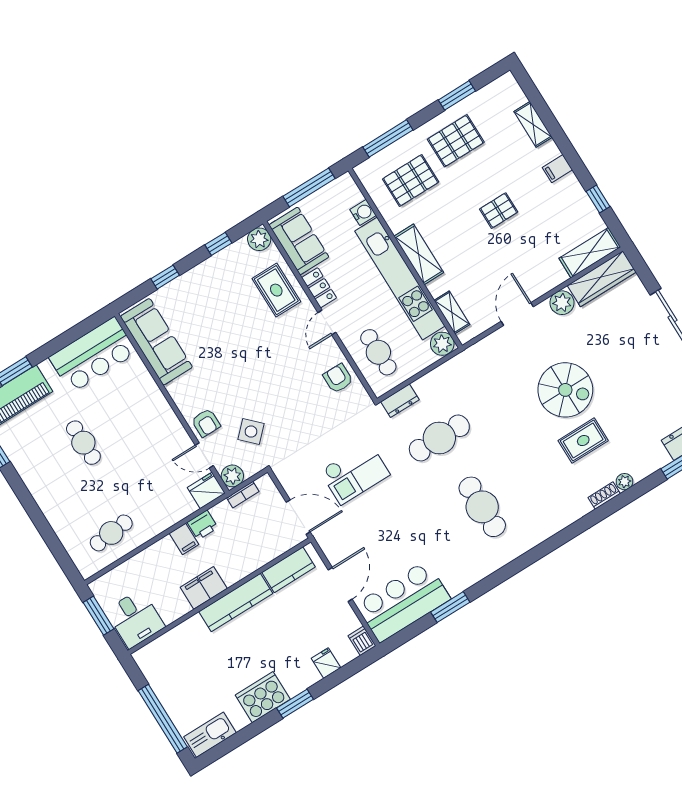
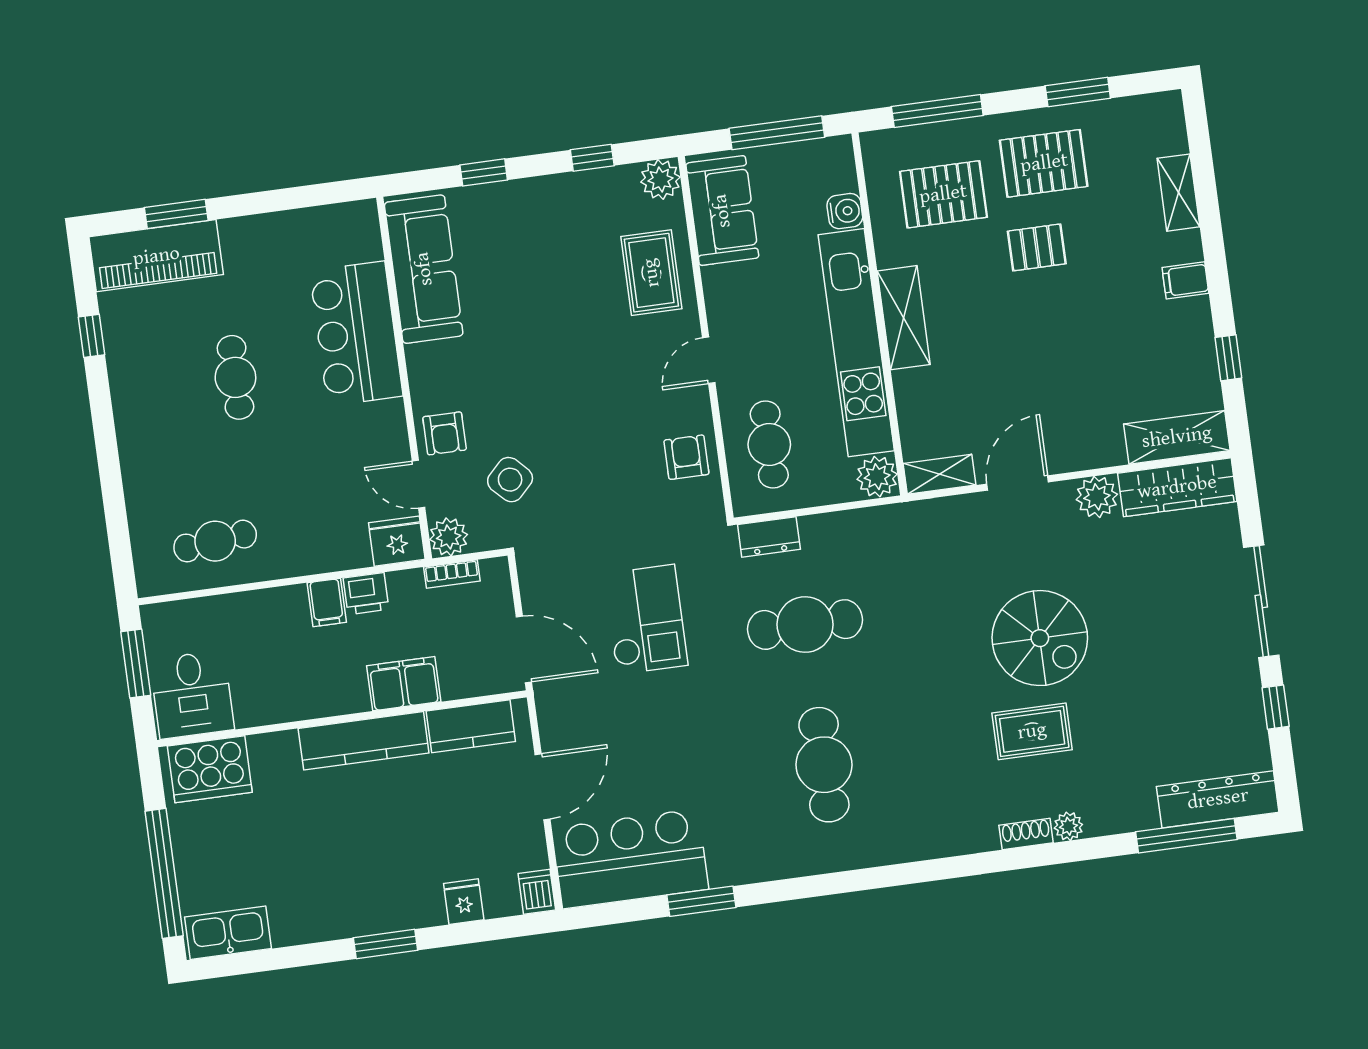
pallet: (499, 211) -> (1037, 247), moved
locker: (319, 288) -> (721, 299), removed
shelving: (452, 312) -> (940, 474), moved, turned 90
bar counter: (93, 355) -> (356, 333), moved, turned 90
checkout: (355, 473) -> (646, 619), turned -90
filing cabinet: (204, 588) -> (404, 684), moved
cooker: (263, 697) -> (210, 769), moved, turned 180

